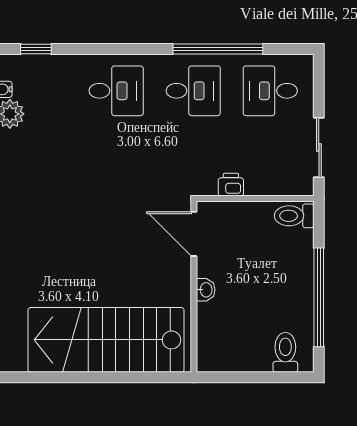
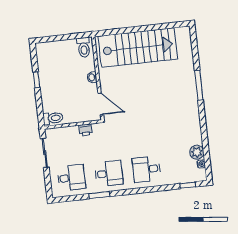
window: (218, 49) -> (99, 195), width x0.47
desk: (193, 91) -> (109, 173), turned 180
window: (319, 297) -> (36, 80), width x0.32
toilet: (285, 352) -> (84, 47), moved

